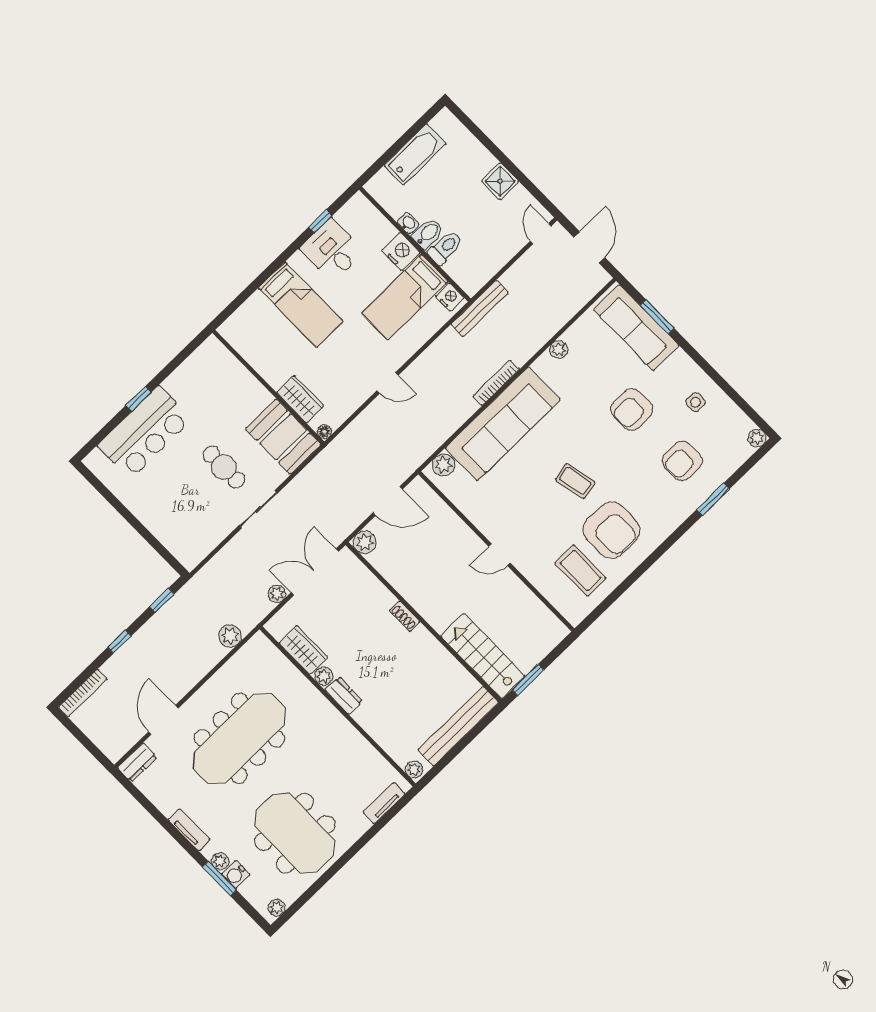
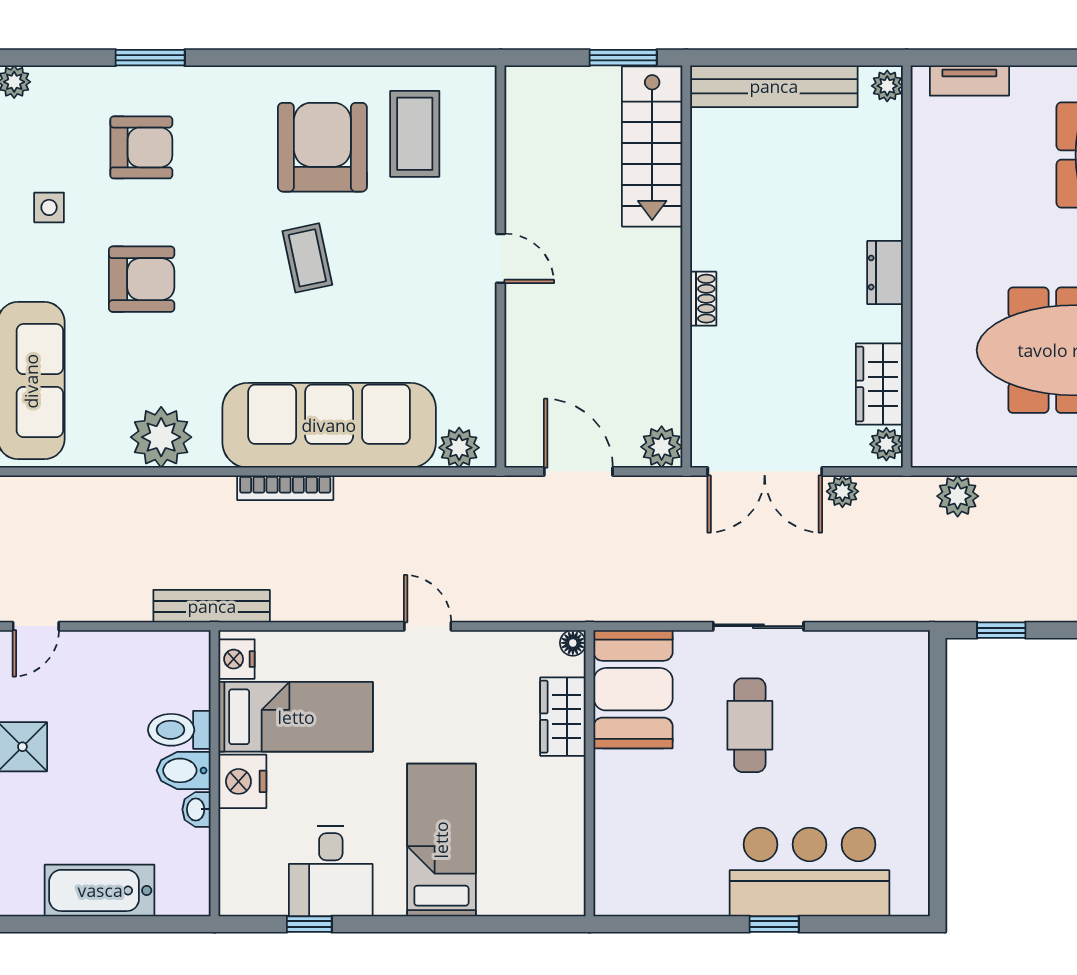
plant: (559, 350) -> (161, 437), width x1.88, depth x1.88
plant: (324, 676) -> (886, 444), moved

